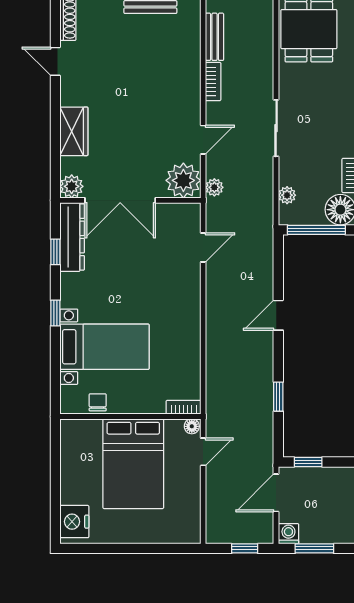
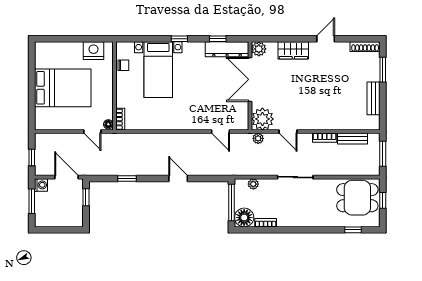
door: (55, 61) -> (326, 39), moved
bed: (133, 464) -> (63, 88), moved, turned 180
nightstand: (74, 522) -> (93, 51), moved

